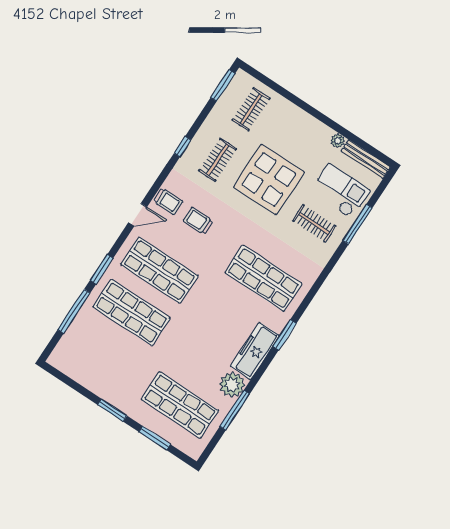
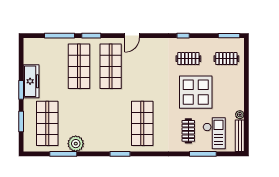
trolley: (168, 201) -> (150, 47), removed
door: (138, 215) -> (132, 36), hinge flipped
trolley: (198, 221) -> (150, 69), removed
freezer: (255, 351) -> (31, 81), moved, turned 90

